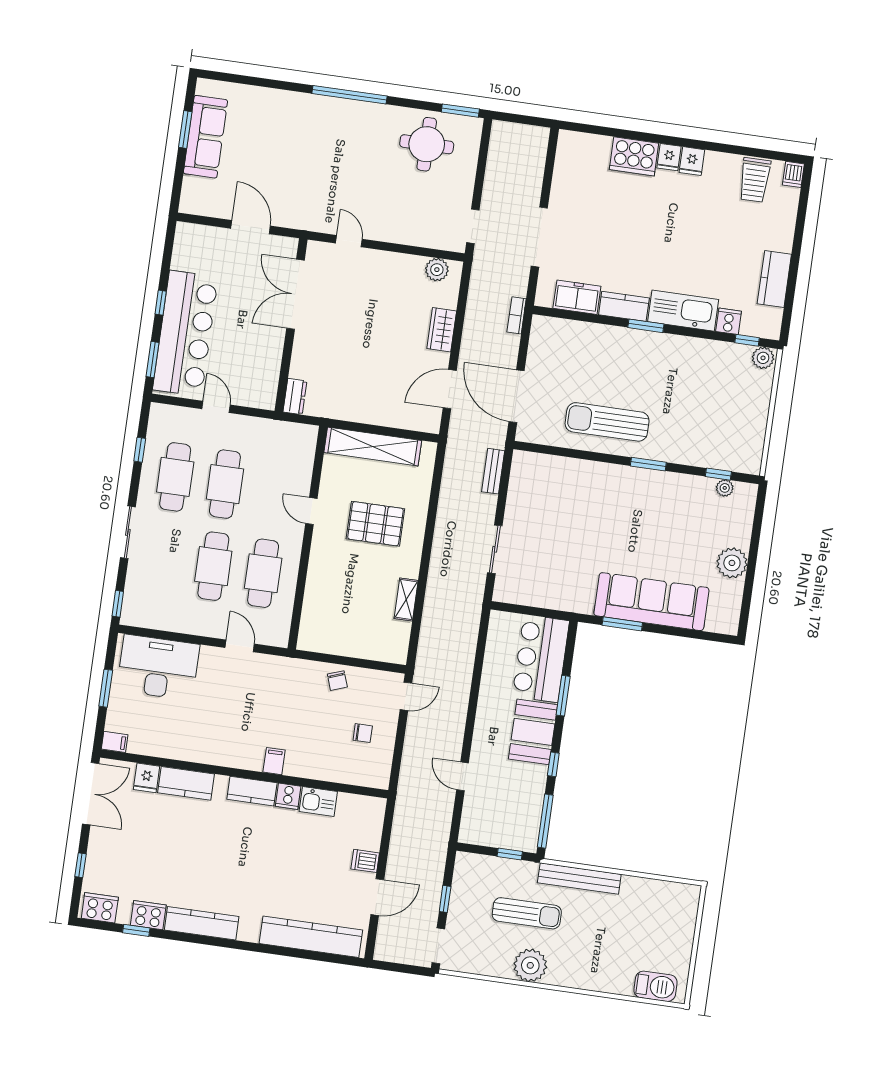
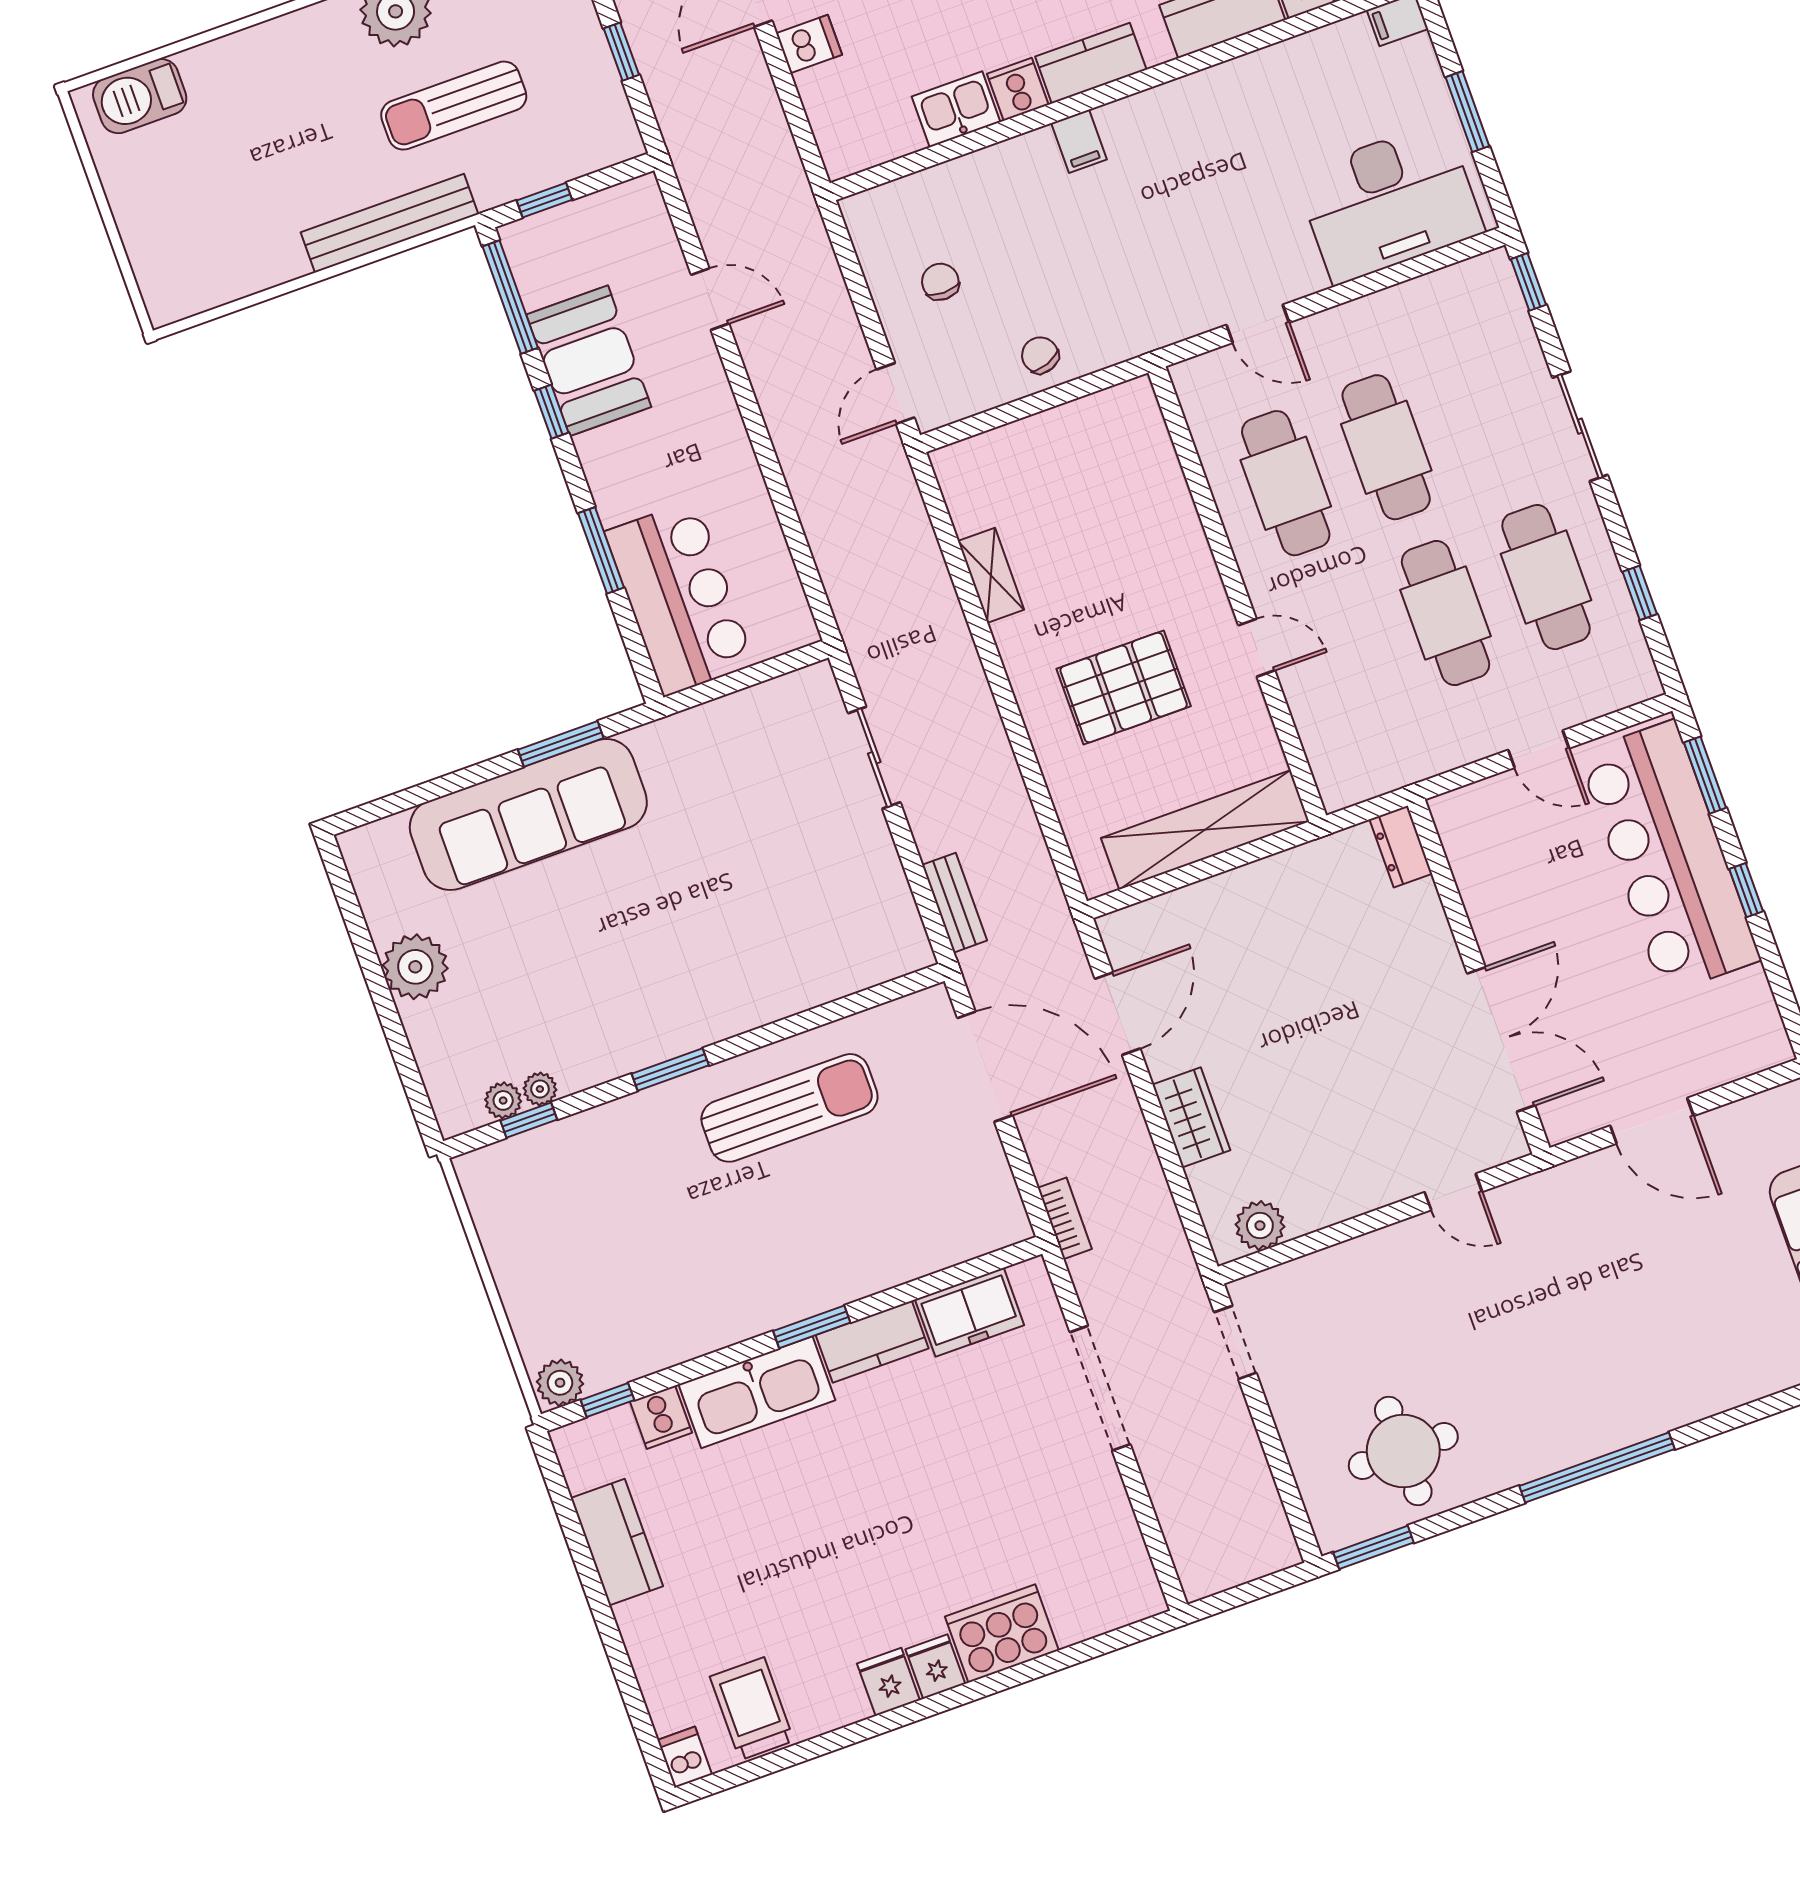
plant: (707, 485) -> (540, 1089), added
booth: (533, 732) -> (589, 361), moved
chair: (363, 733) -> (940, 282), turned 90

